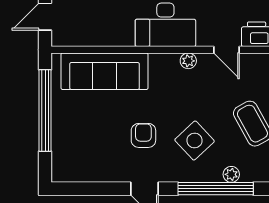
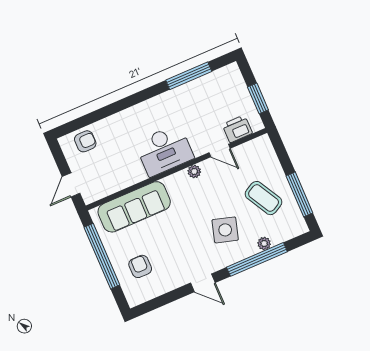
armchair: (143, 135) -> (140, 266), moved
side table: (195, 141) -> (225, 230), turned -31

